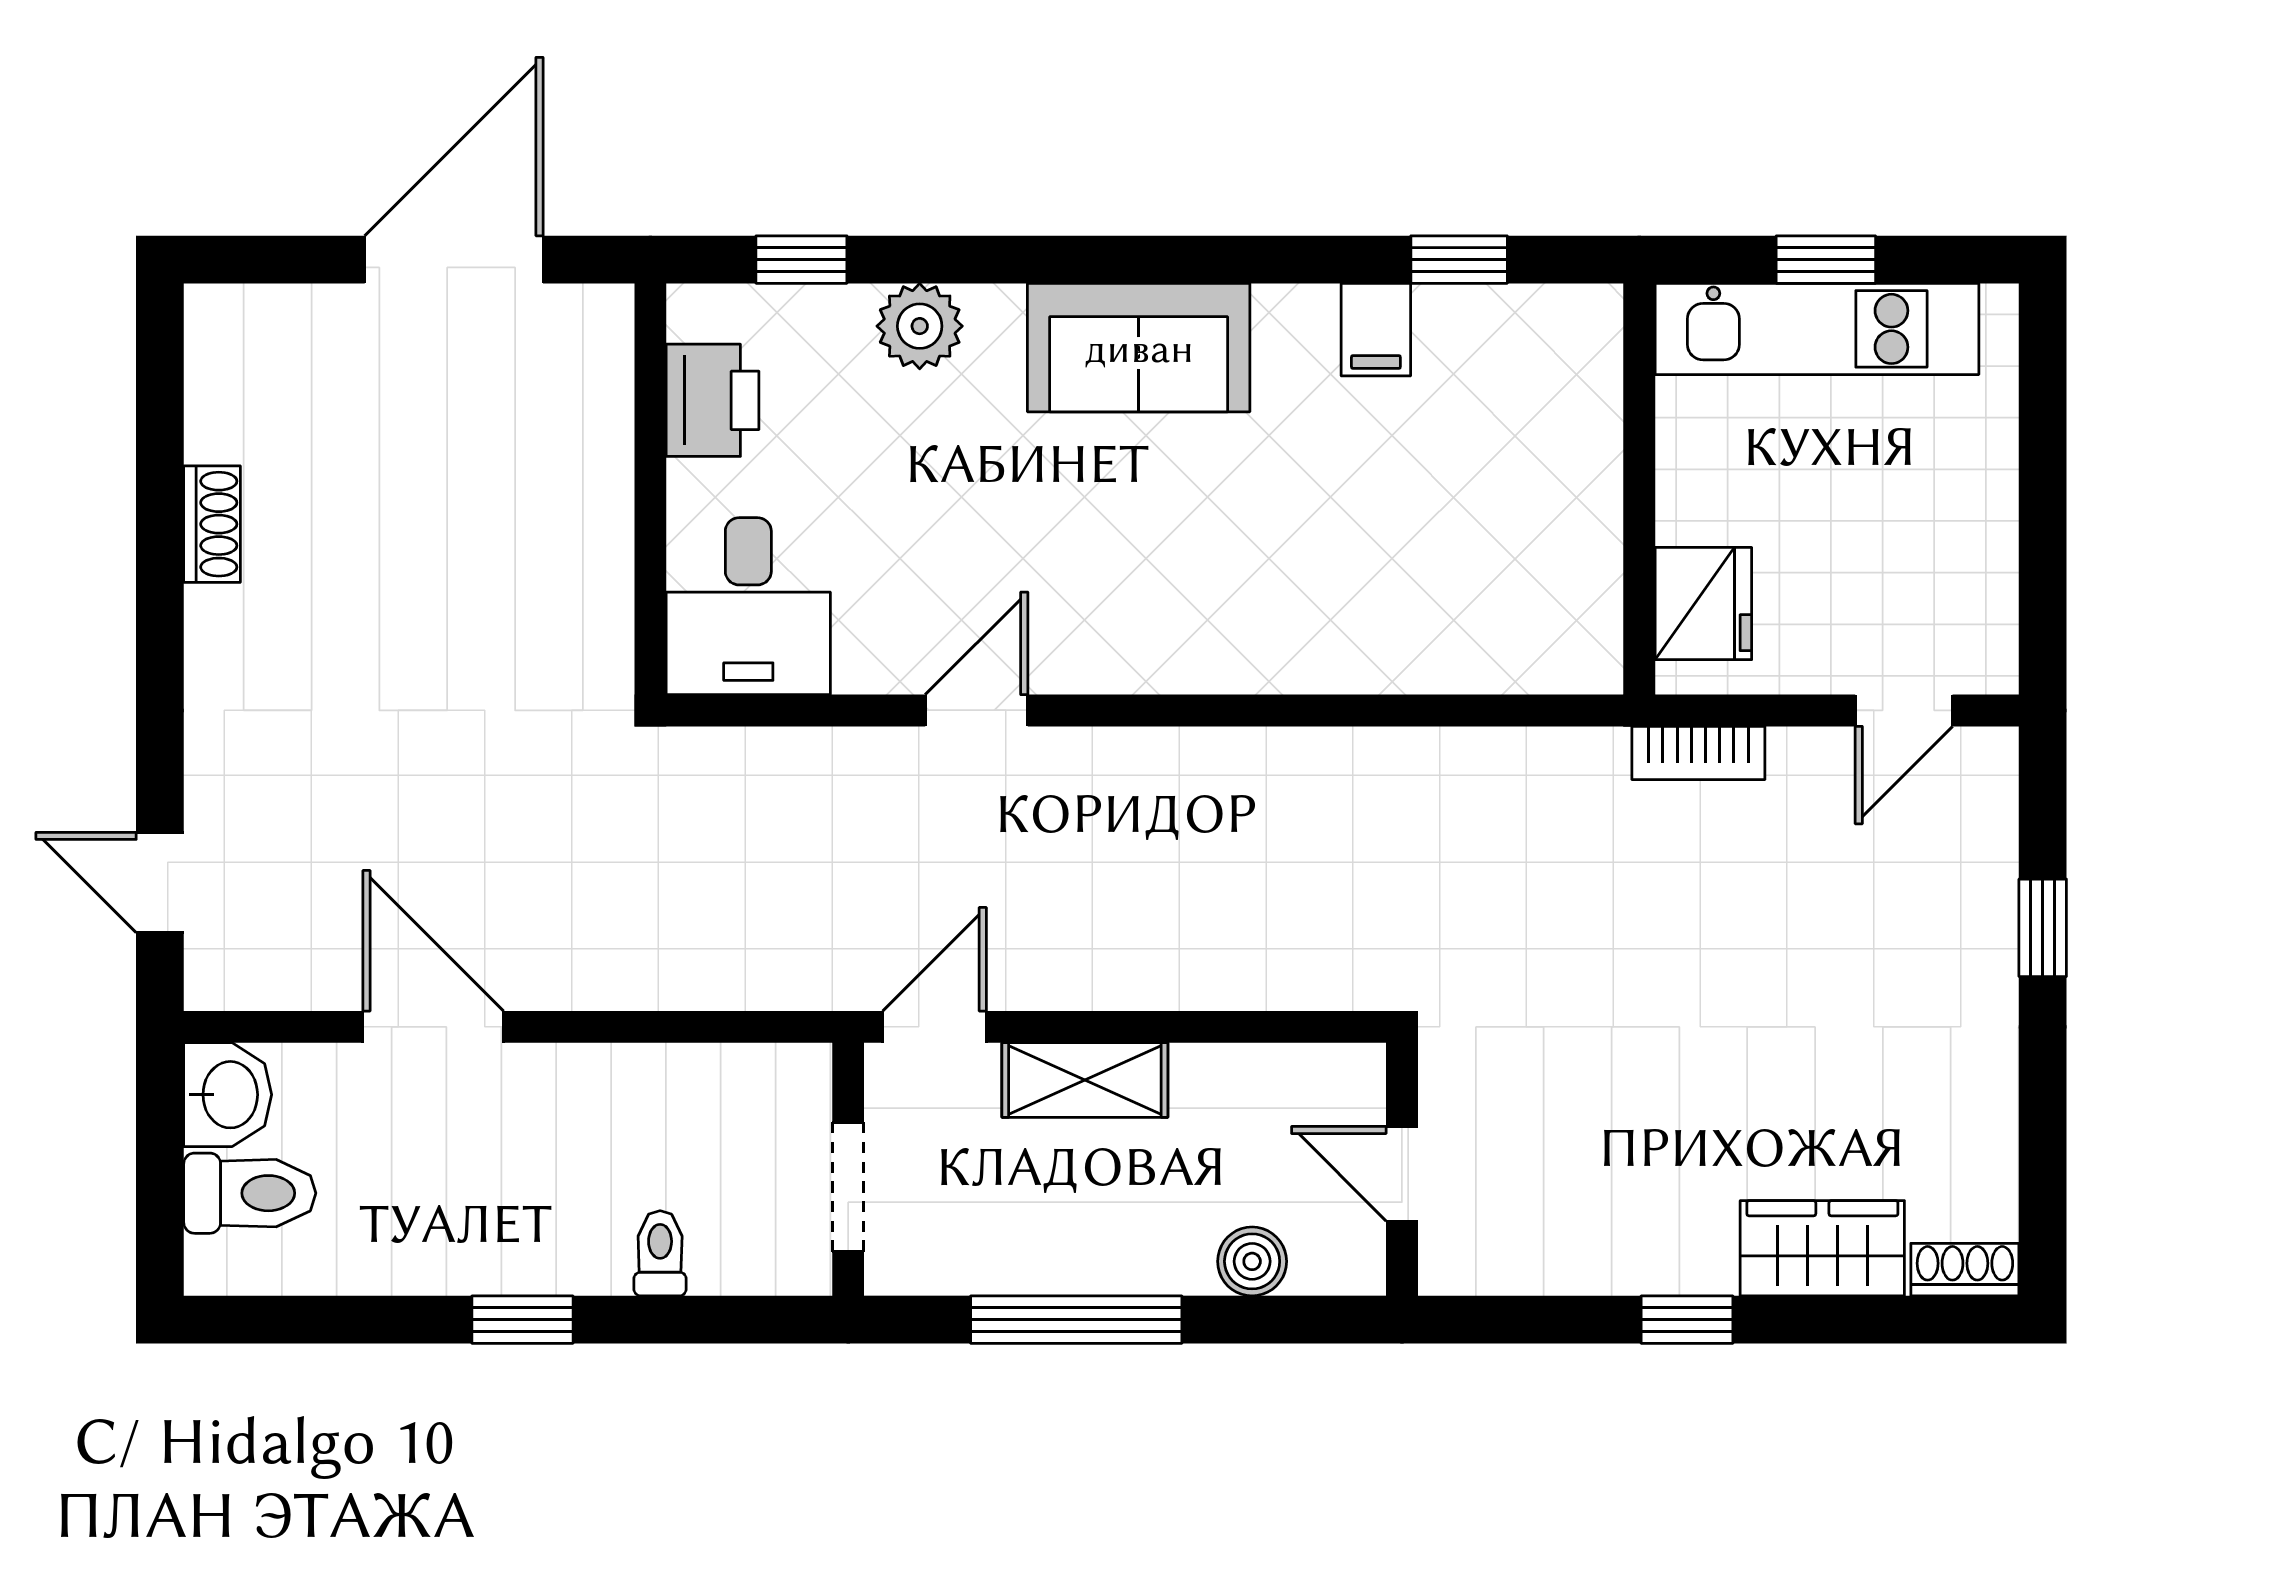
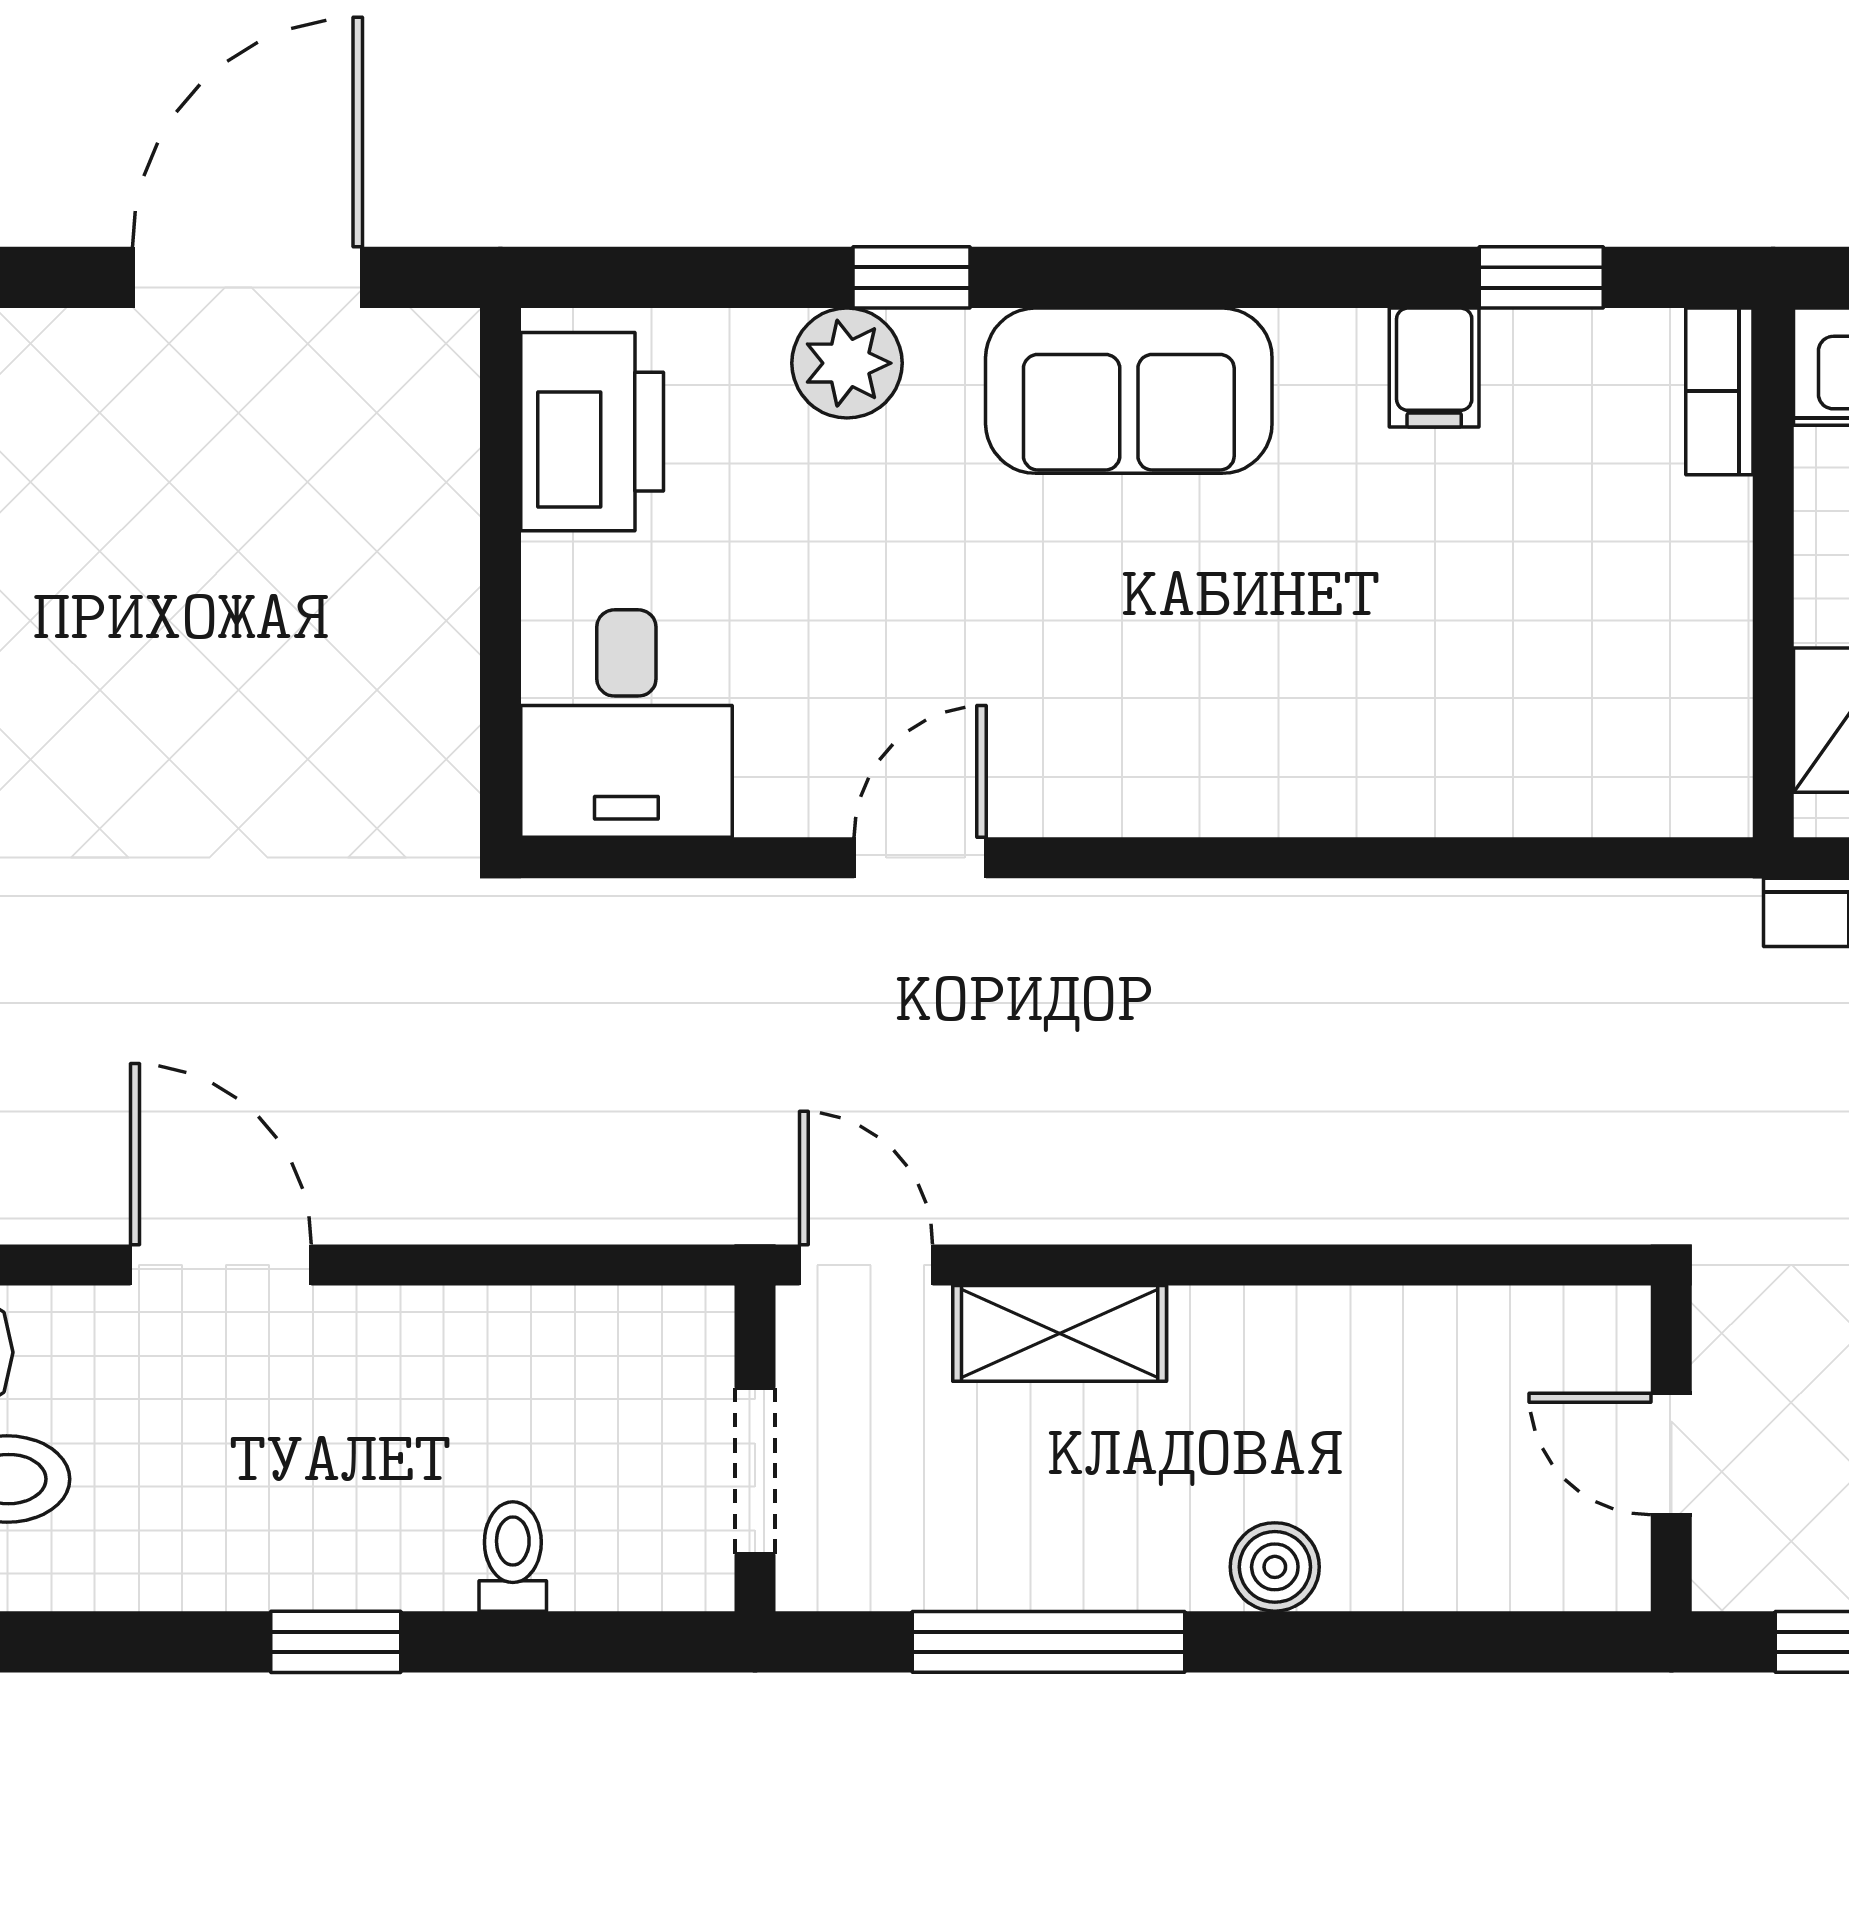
window: (801, 260) -> (912, 277), moved
bookcase: (1597, 348) -> (1719, 391), added
printer: (713, 400) -> (592, 432), width x1.37, depth x1.19
door: (934, 1027) -> (866, 1265), hinge flipped
wall: (1402, 1169) -> (1671, 1448), moved
door: (1402, 1174) -> (1671, 1454), moved

